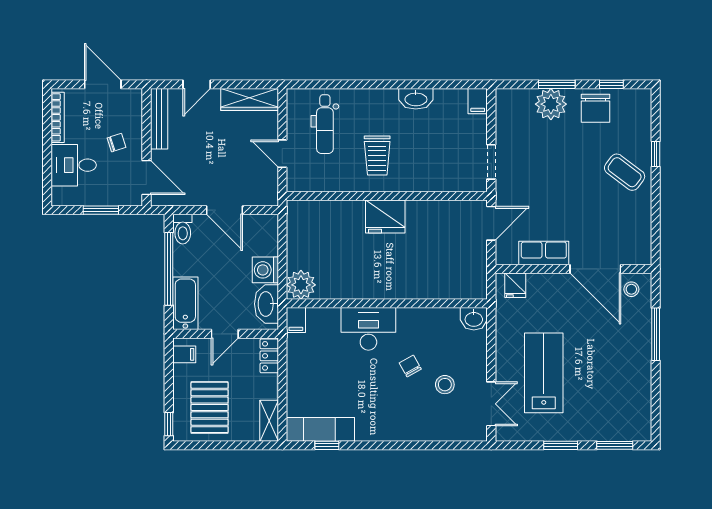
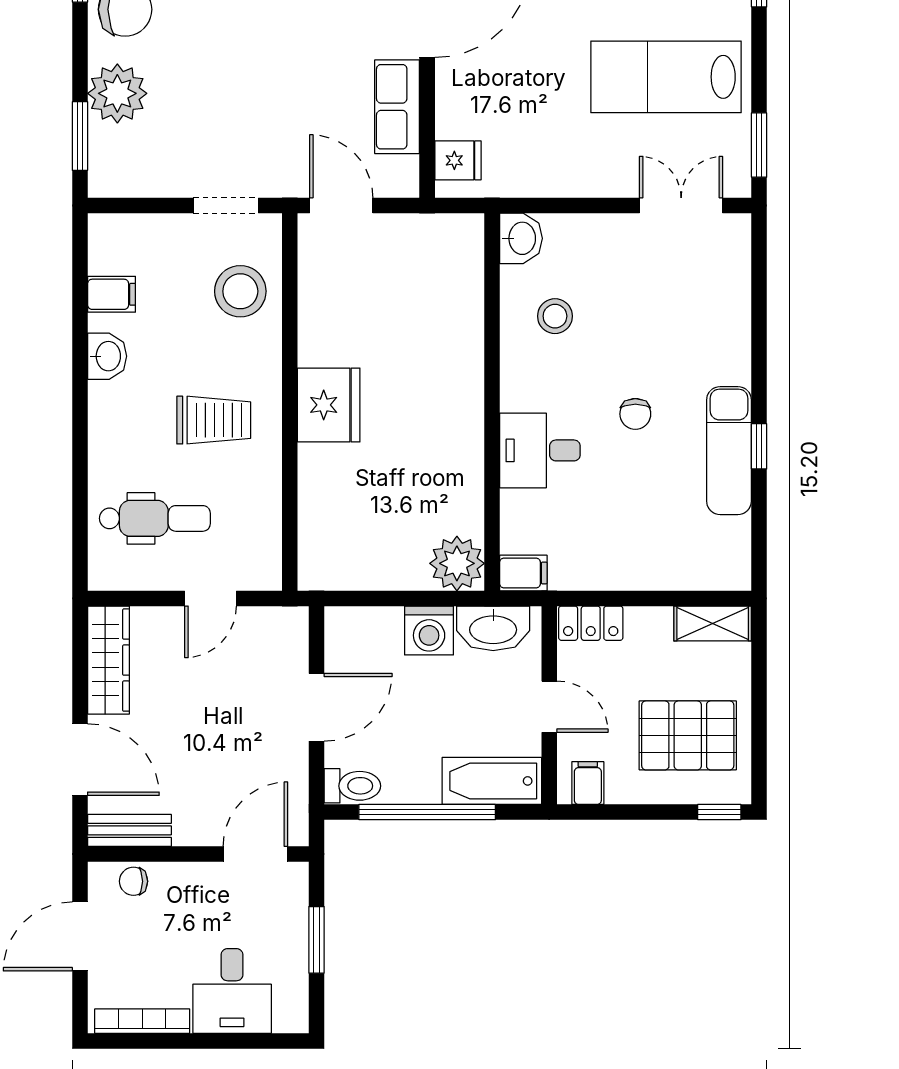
door: (197, 84) -> (80, 760), width x1.38
window: (557, 84) -> (80, 136), moved
washbasin: (416, 99) -> (107, 356), width x0.72
filing cabinet: (478, 101) -> (112, 294), moved
bench: (159, 119) -> (129, 830), width x0.73
chair: (116, 143) -> (134, 881), moved, turned -72
stool: (446, 170) -> (240, 291), added
desk: (368, 329) -> (540, 450), width x0.73
chair: (410, 366) -> (635, 414), moved, turned -61
lab bench: (544, 373) -> (666, 77), moved
stool: (445, 385) -> (555, 316), moved
exam couch: (320, 429) -> (729, 451), moved
window: (327, 445) -> (759, 446), moved
window: (561, 445) -> (759, 145), moved

